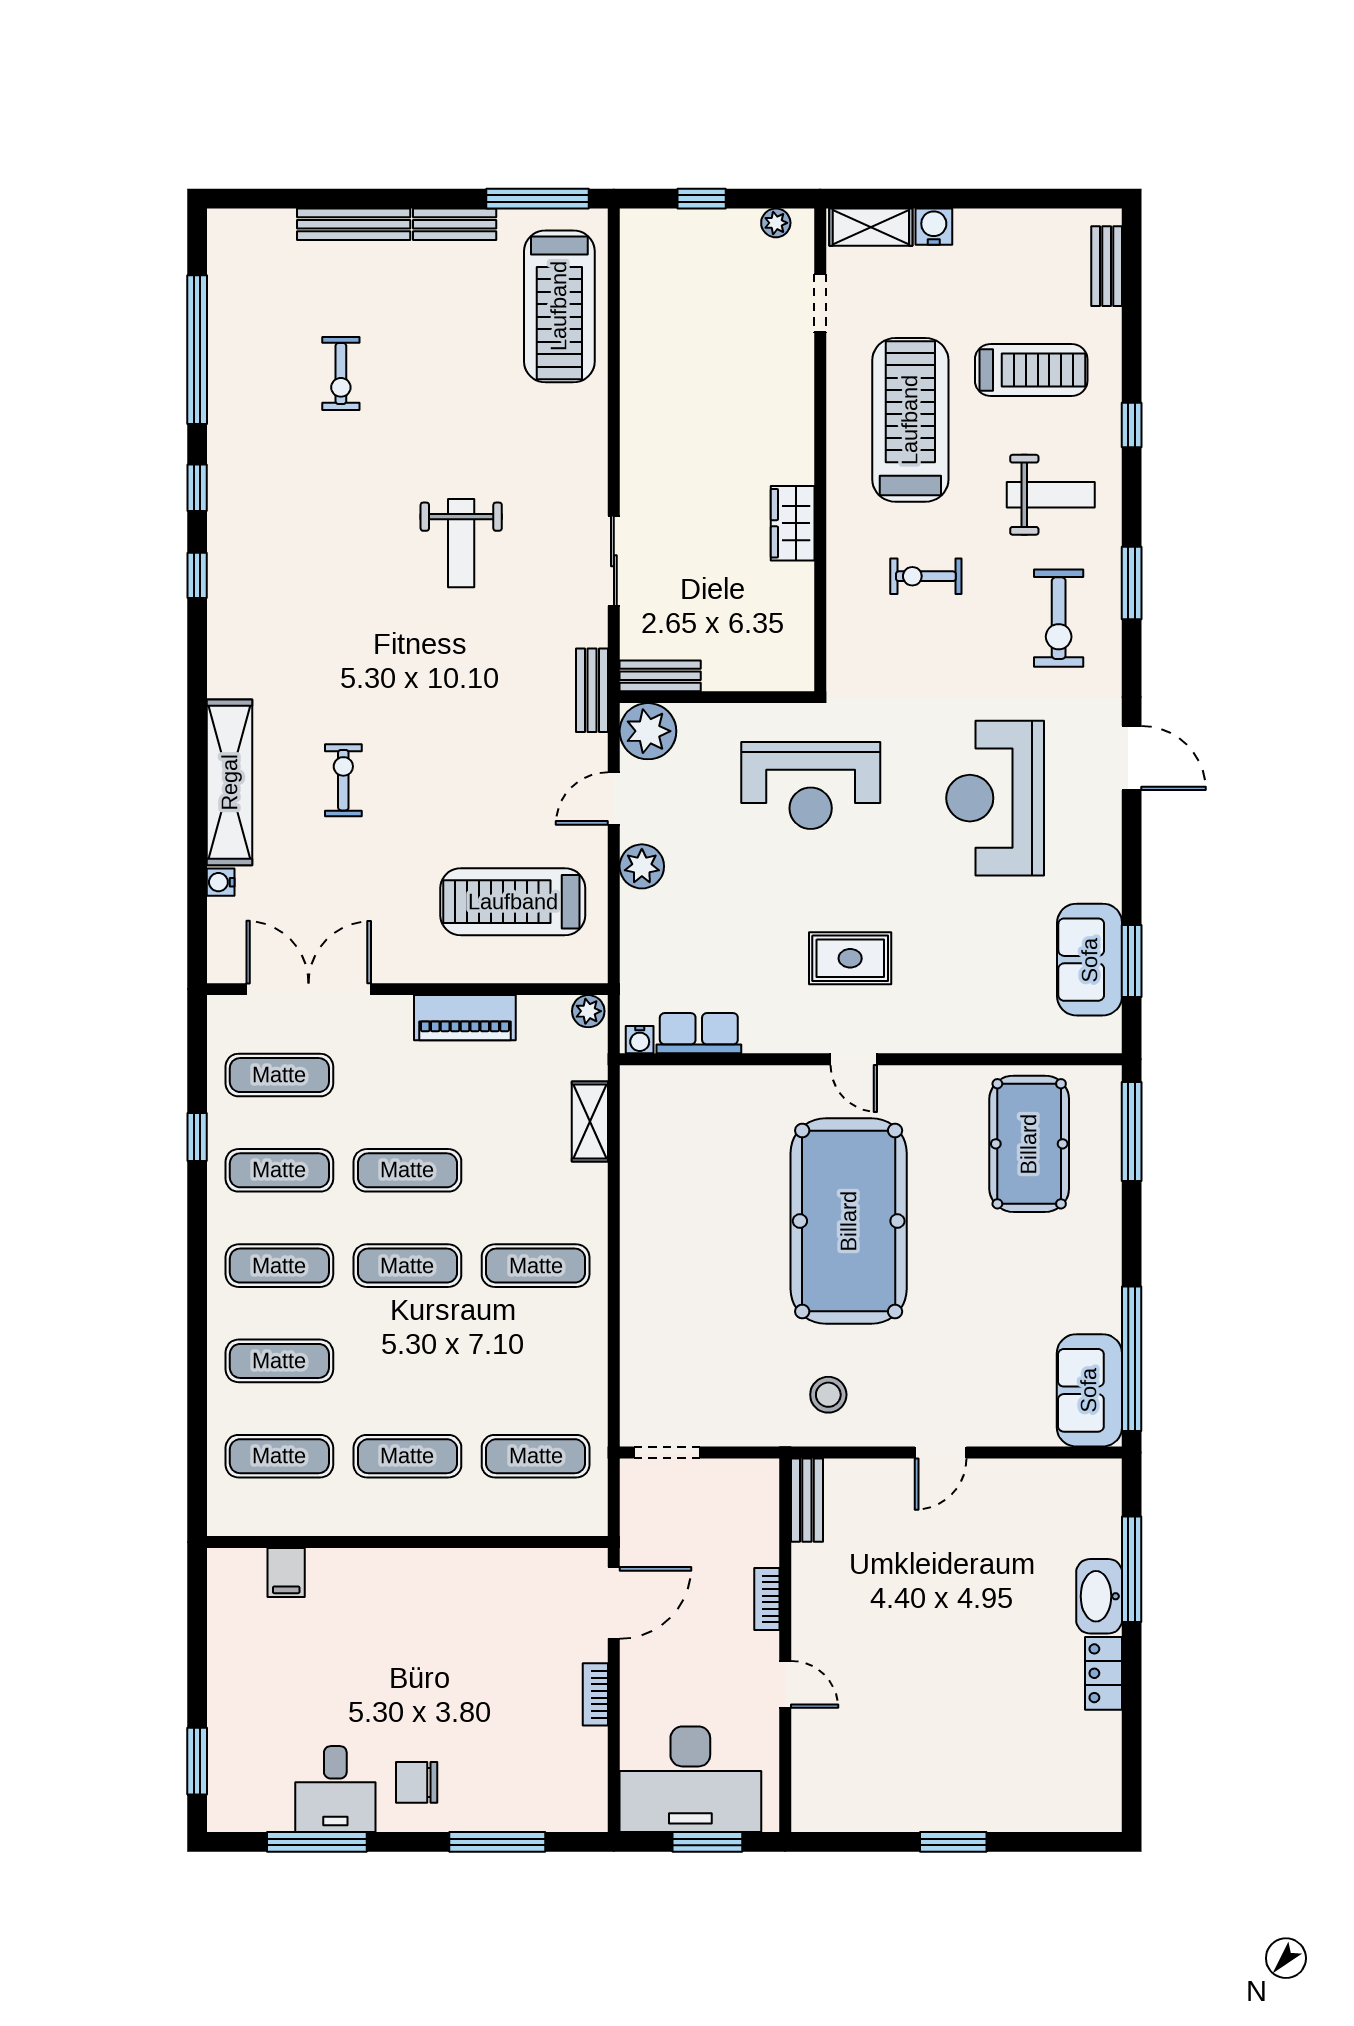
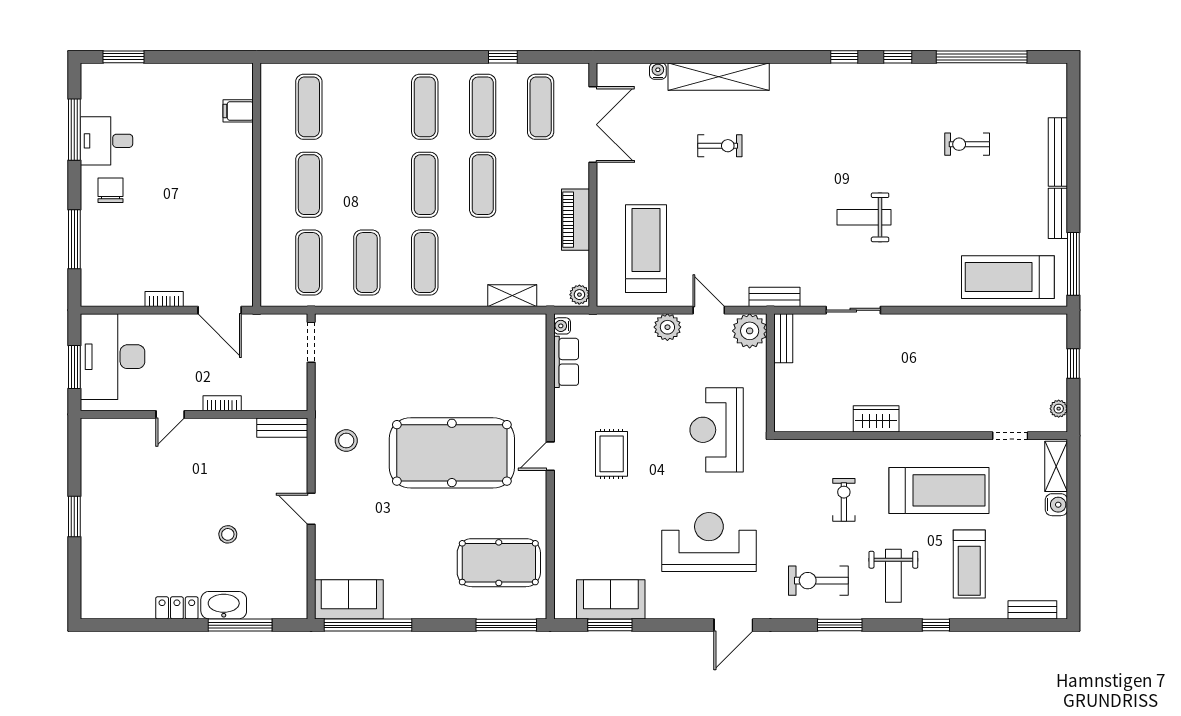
exercise mat: (279, 1361) -> (367, 263), moved
stool: (983, 1590) -> (228, 534), added

